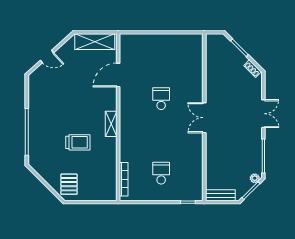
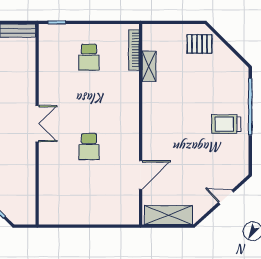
shelving: (111, 124) -> (149, 66), moved
trolley: (78, 142) -> (226, 124), moved
pallet: (69, 184) -> (199, 44), turned 90

